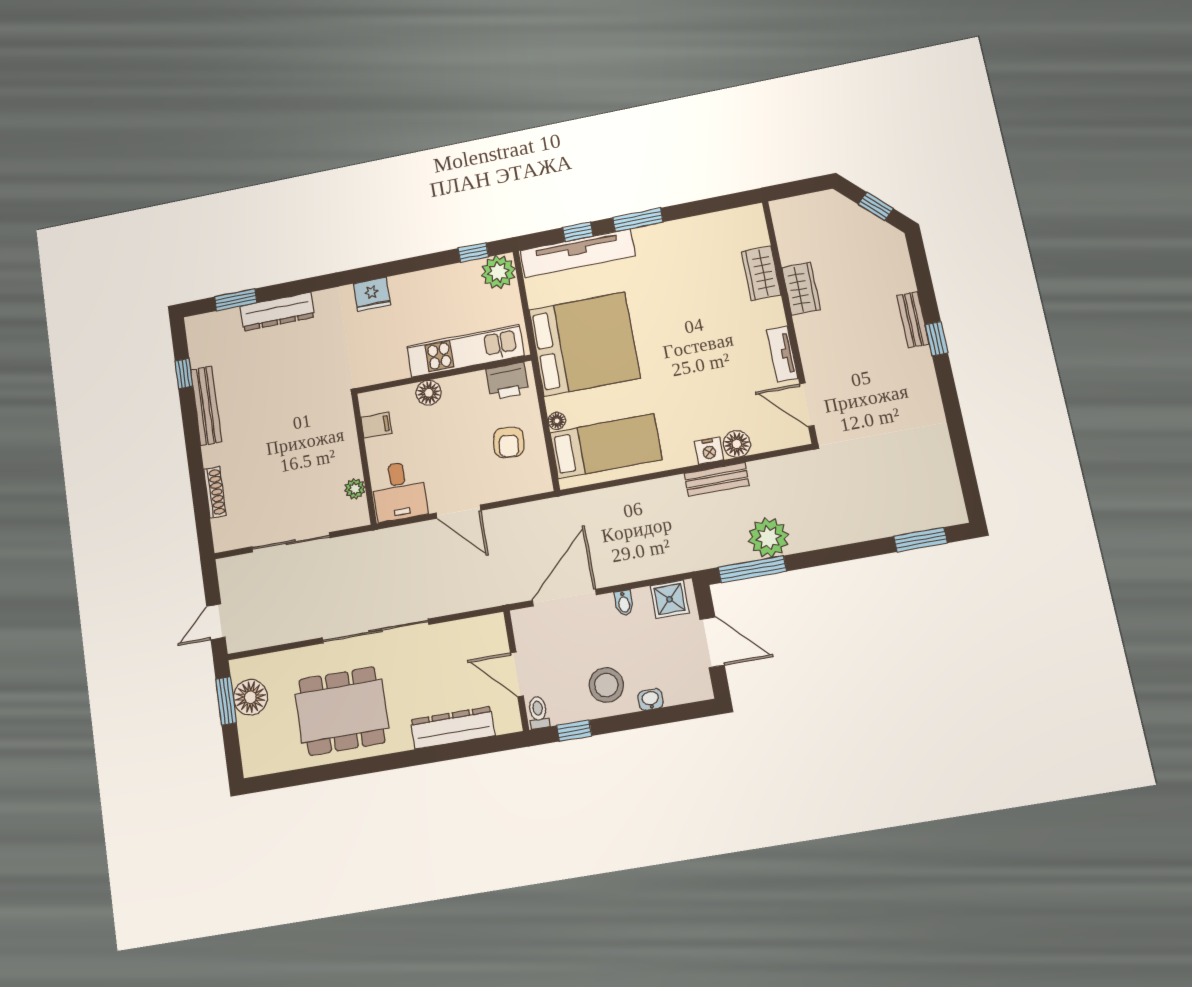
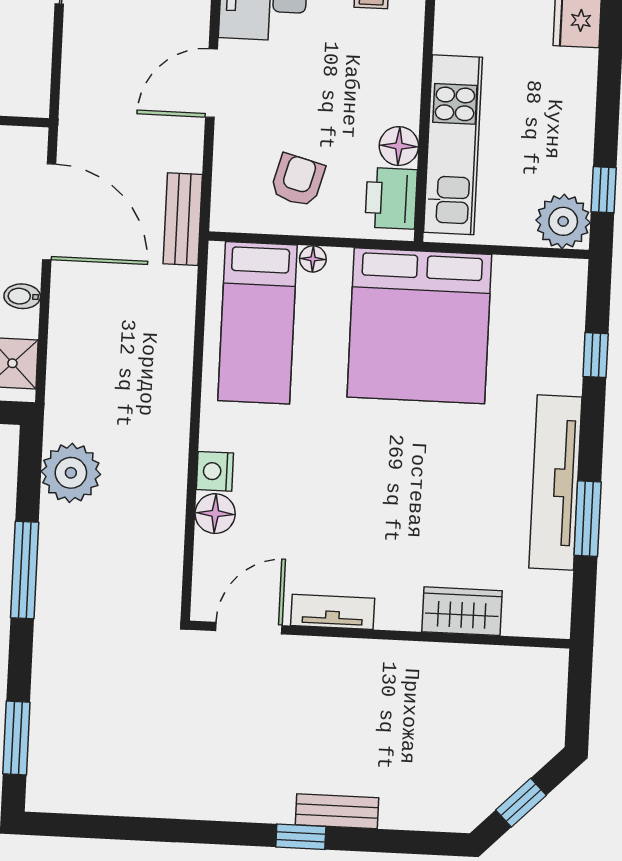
window: (638, 220) -> (588, 519), moved
tv unit: (578, 253) -> (555, 482), moved
wardrobe: (801, 289) -> (424, 663), removed
floor lamp: (429, 393) -> (399, 146), moved
armchair: (509, 442) -> (298, 180), turned 98
bench: (717, 479) -> (183, 219), moved
plant: (769, 538) -> (71, 473), moved
window: (752, 569) -> (25, 570), moved

